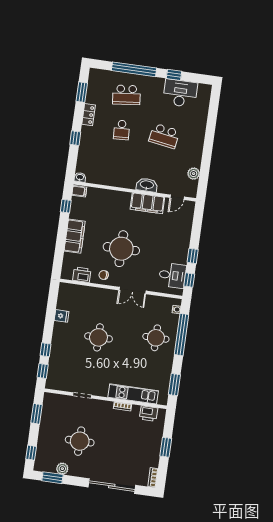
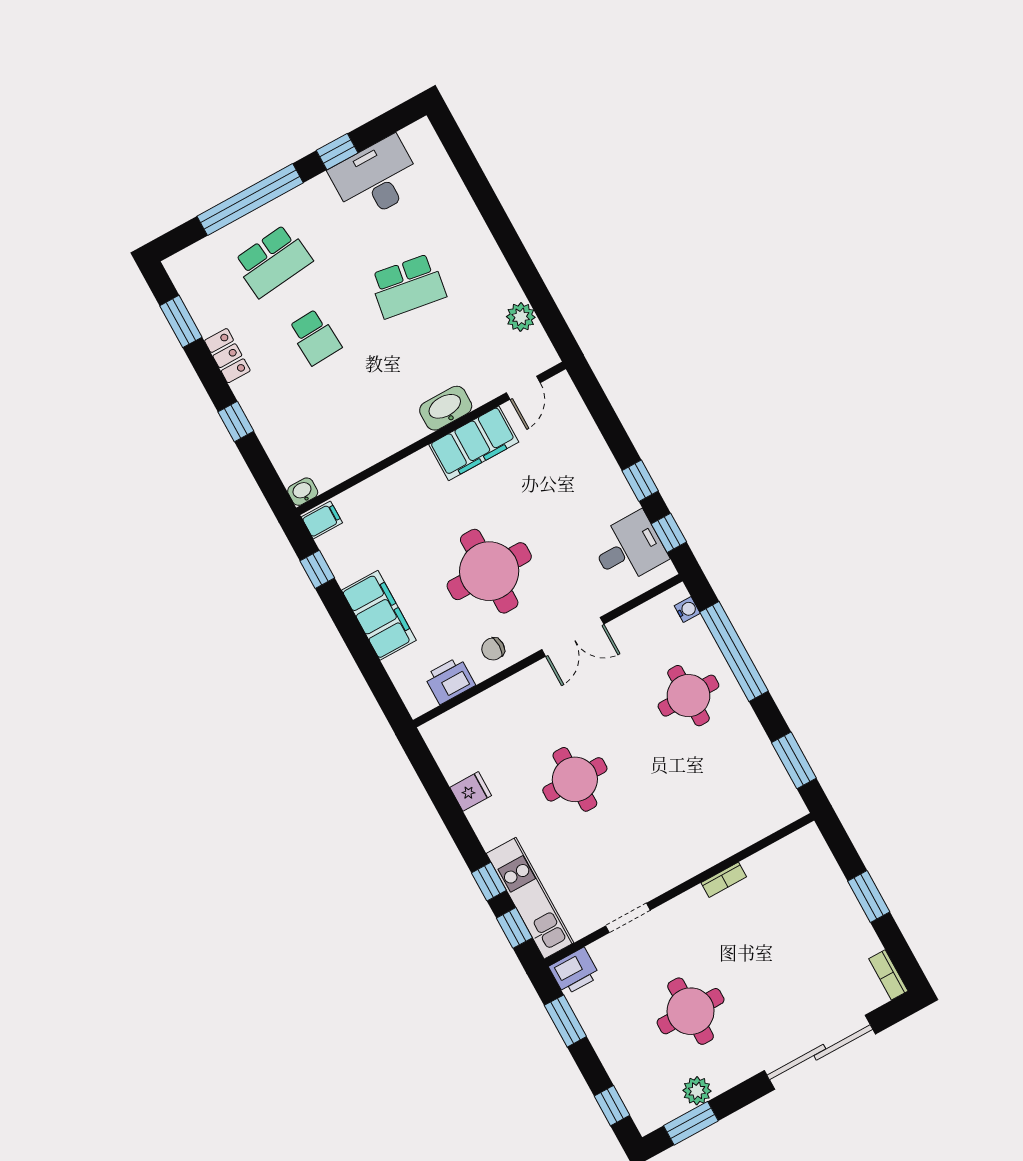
kitchen unit: (133, 394) -> (530, 898), moved, turned 90
printer: (149, 413) -> (574, 971), moved

